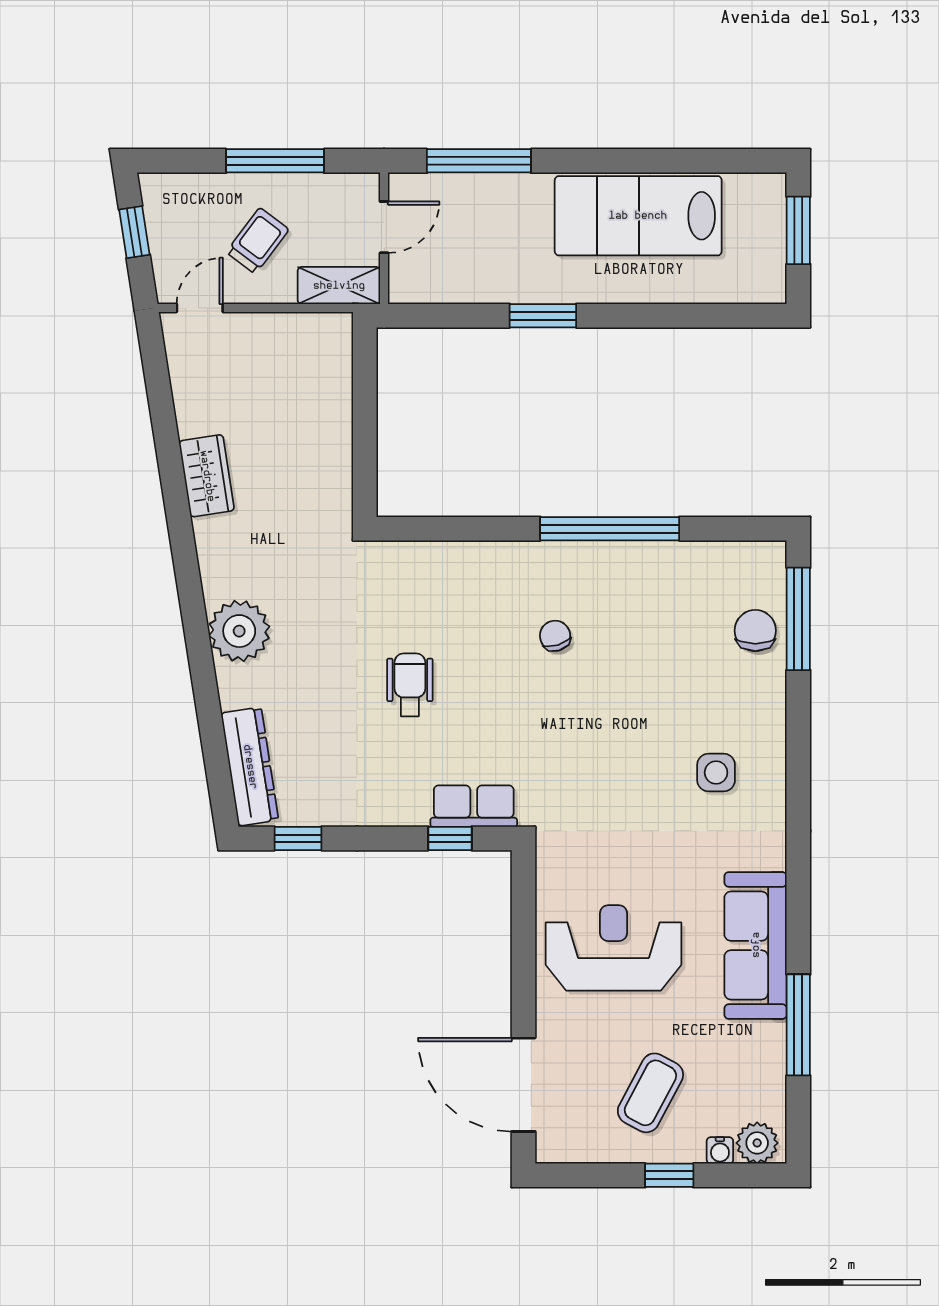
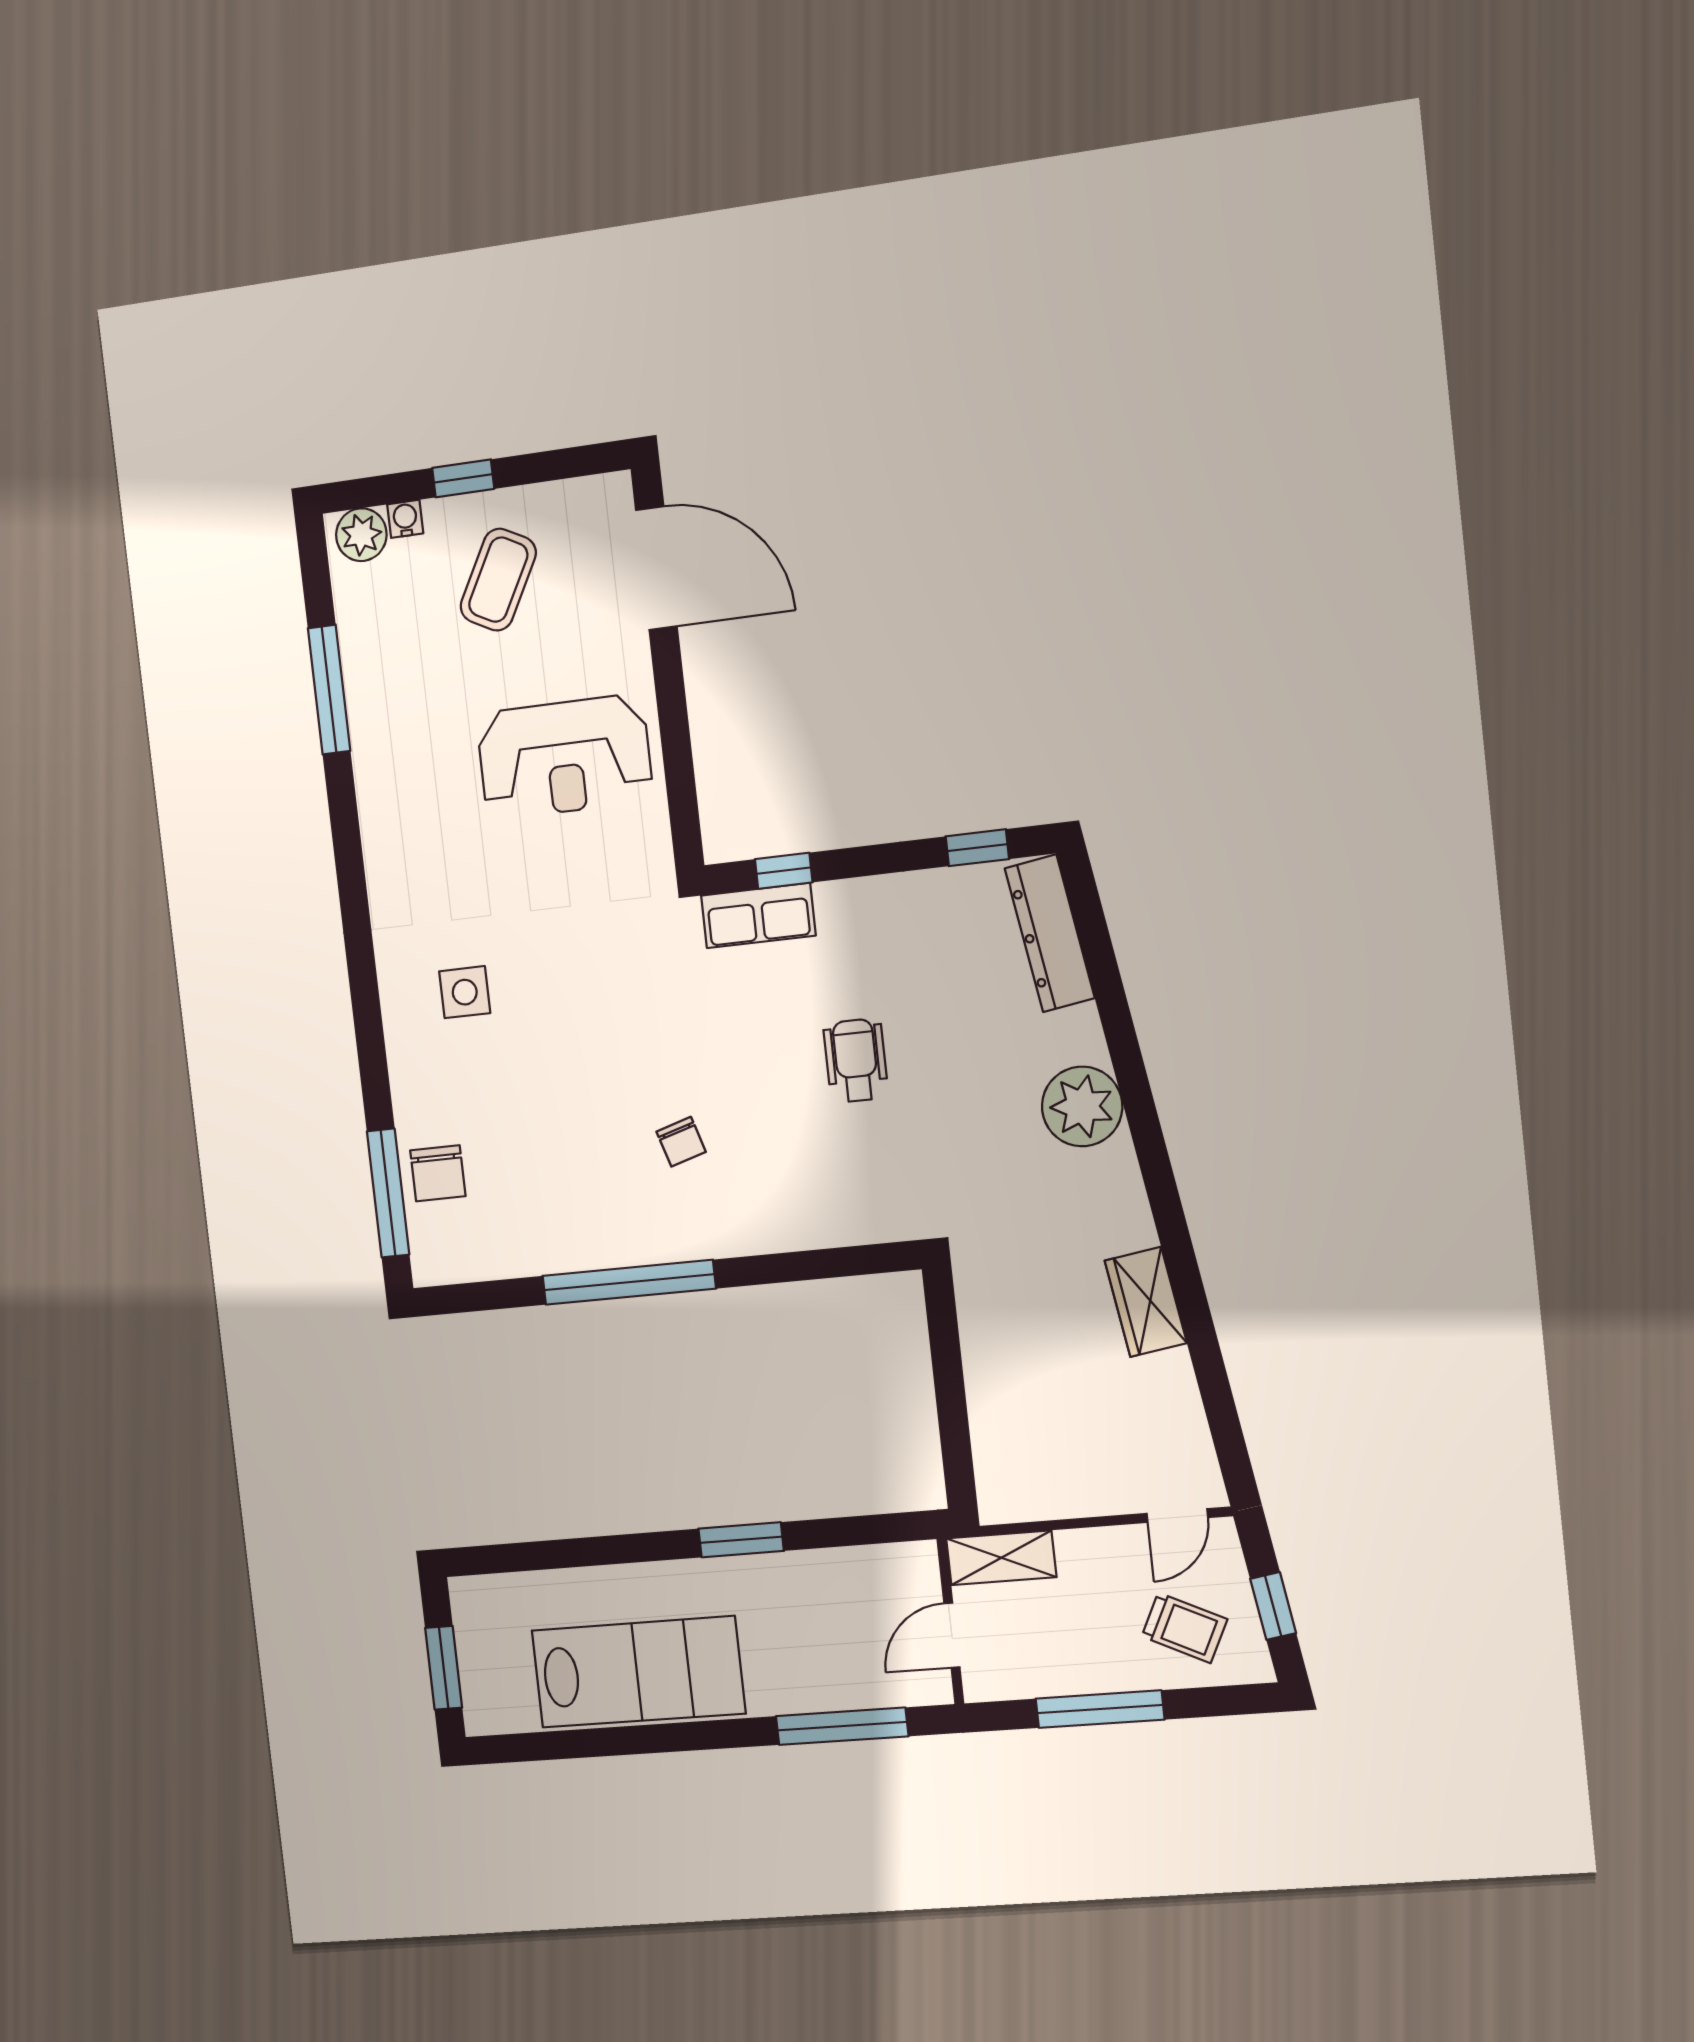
trolley: (258, 241) -> (1184, 1628), moved, turned -101
wheelchair: (410, 685) -> (856, 1061), turned 180
sofa: (756, 945) -> (392, 782), removed

